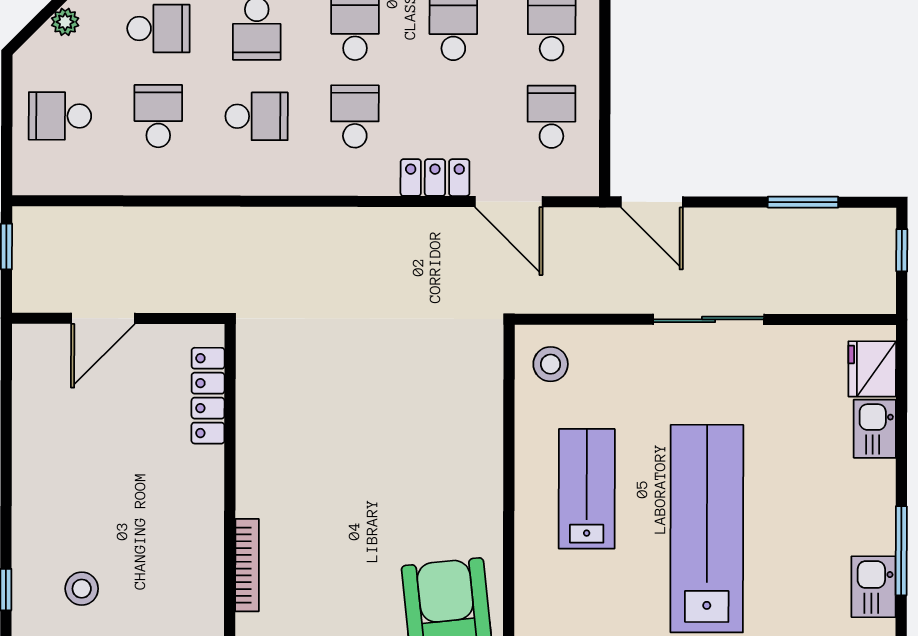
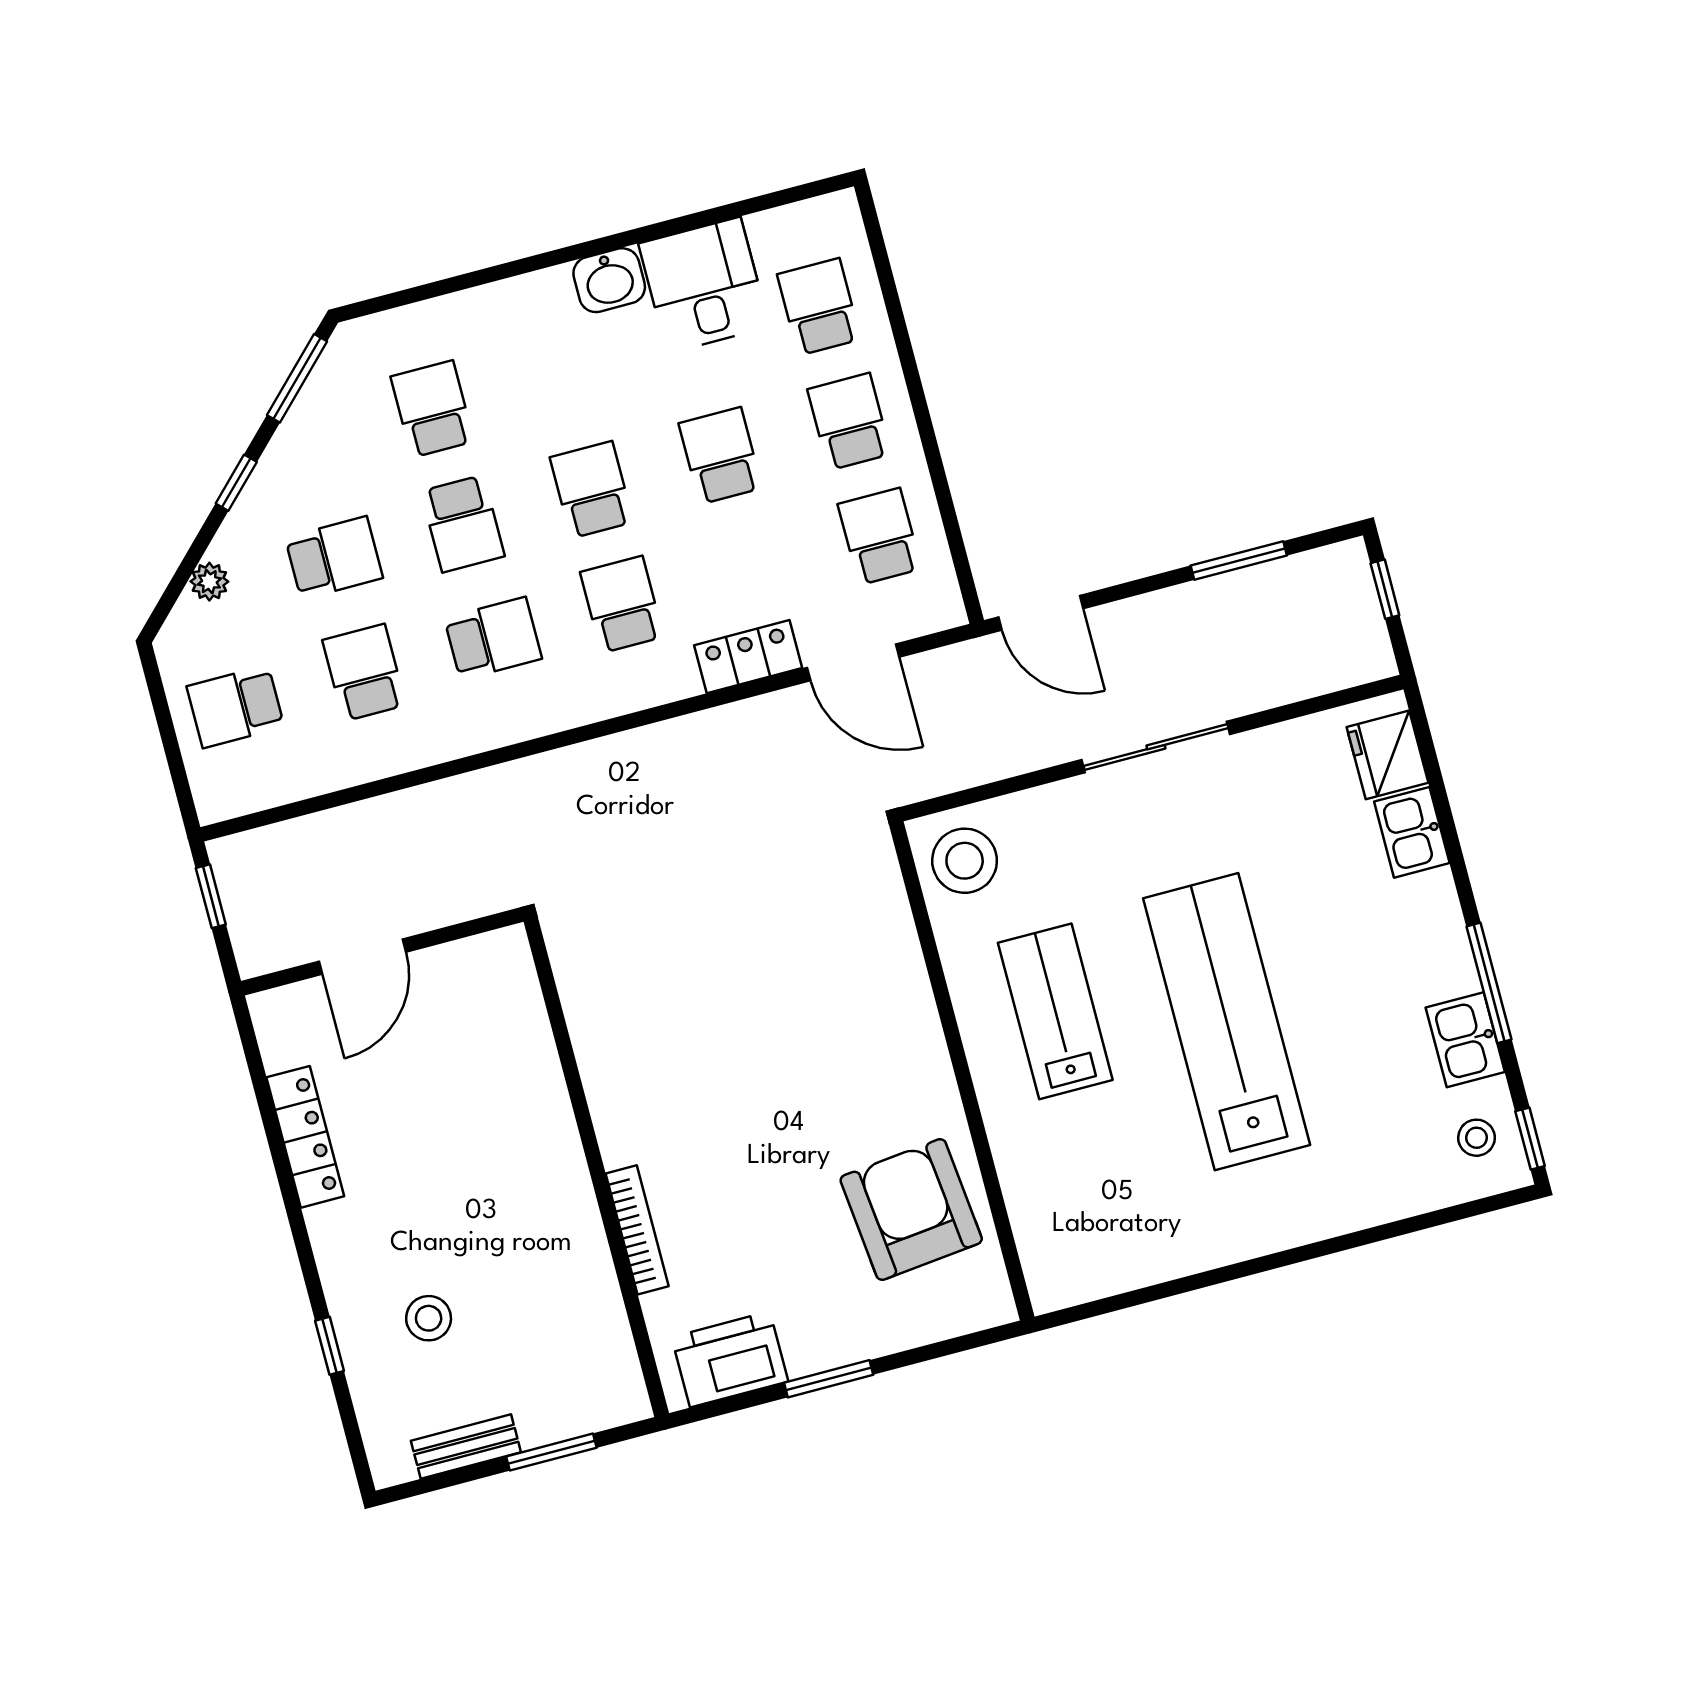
stool: (551, 364) -> (965, 861), width x1.38, depth x1.38
locker: (208, 396) -> (305, 1137), moved, turned 180

